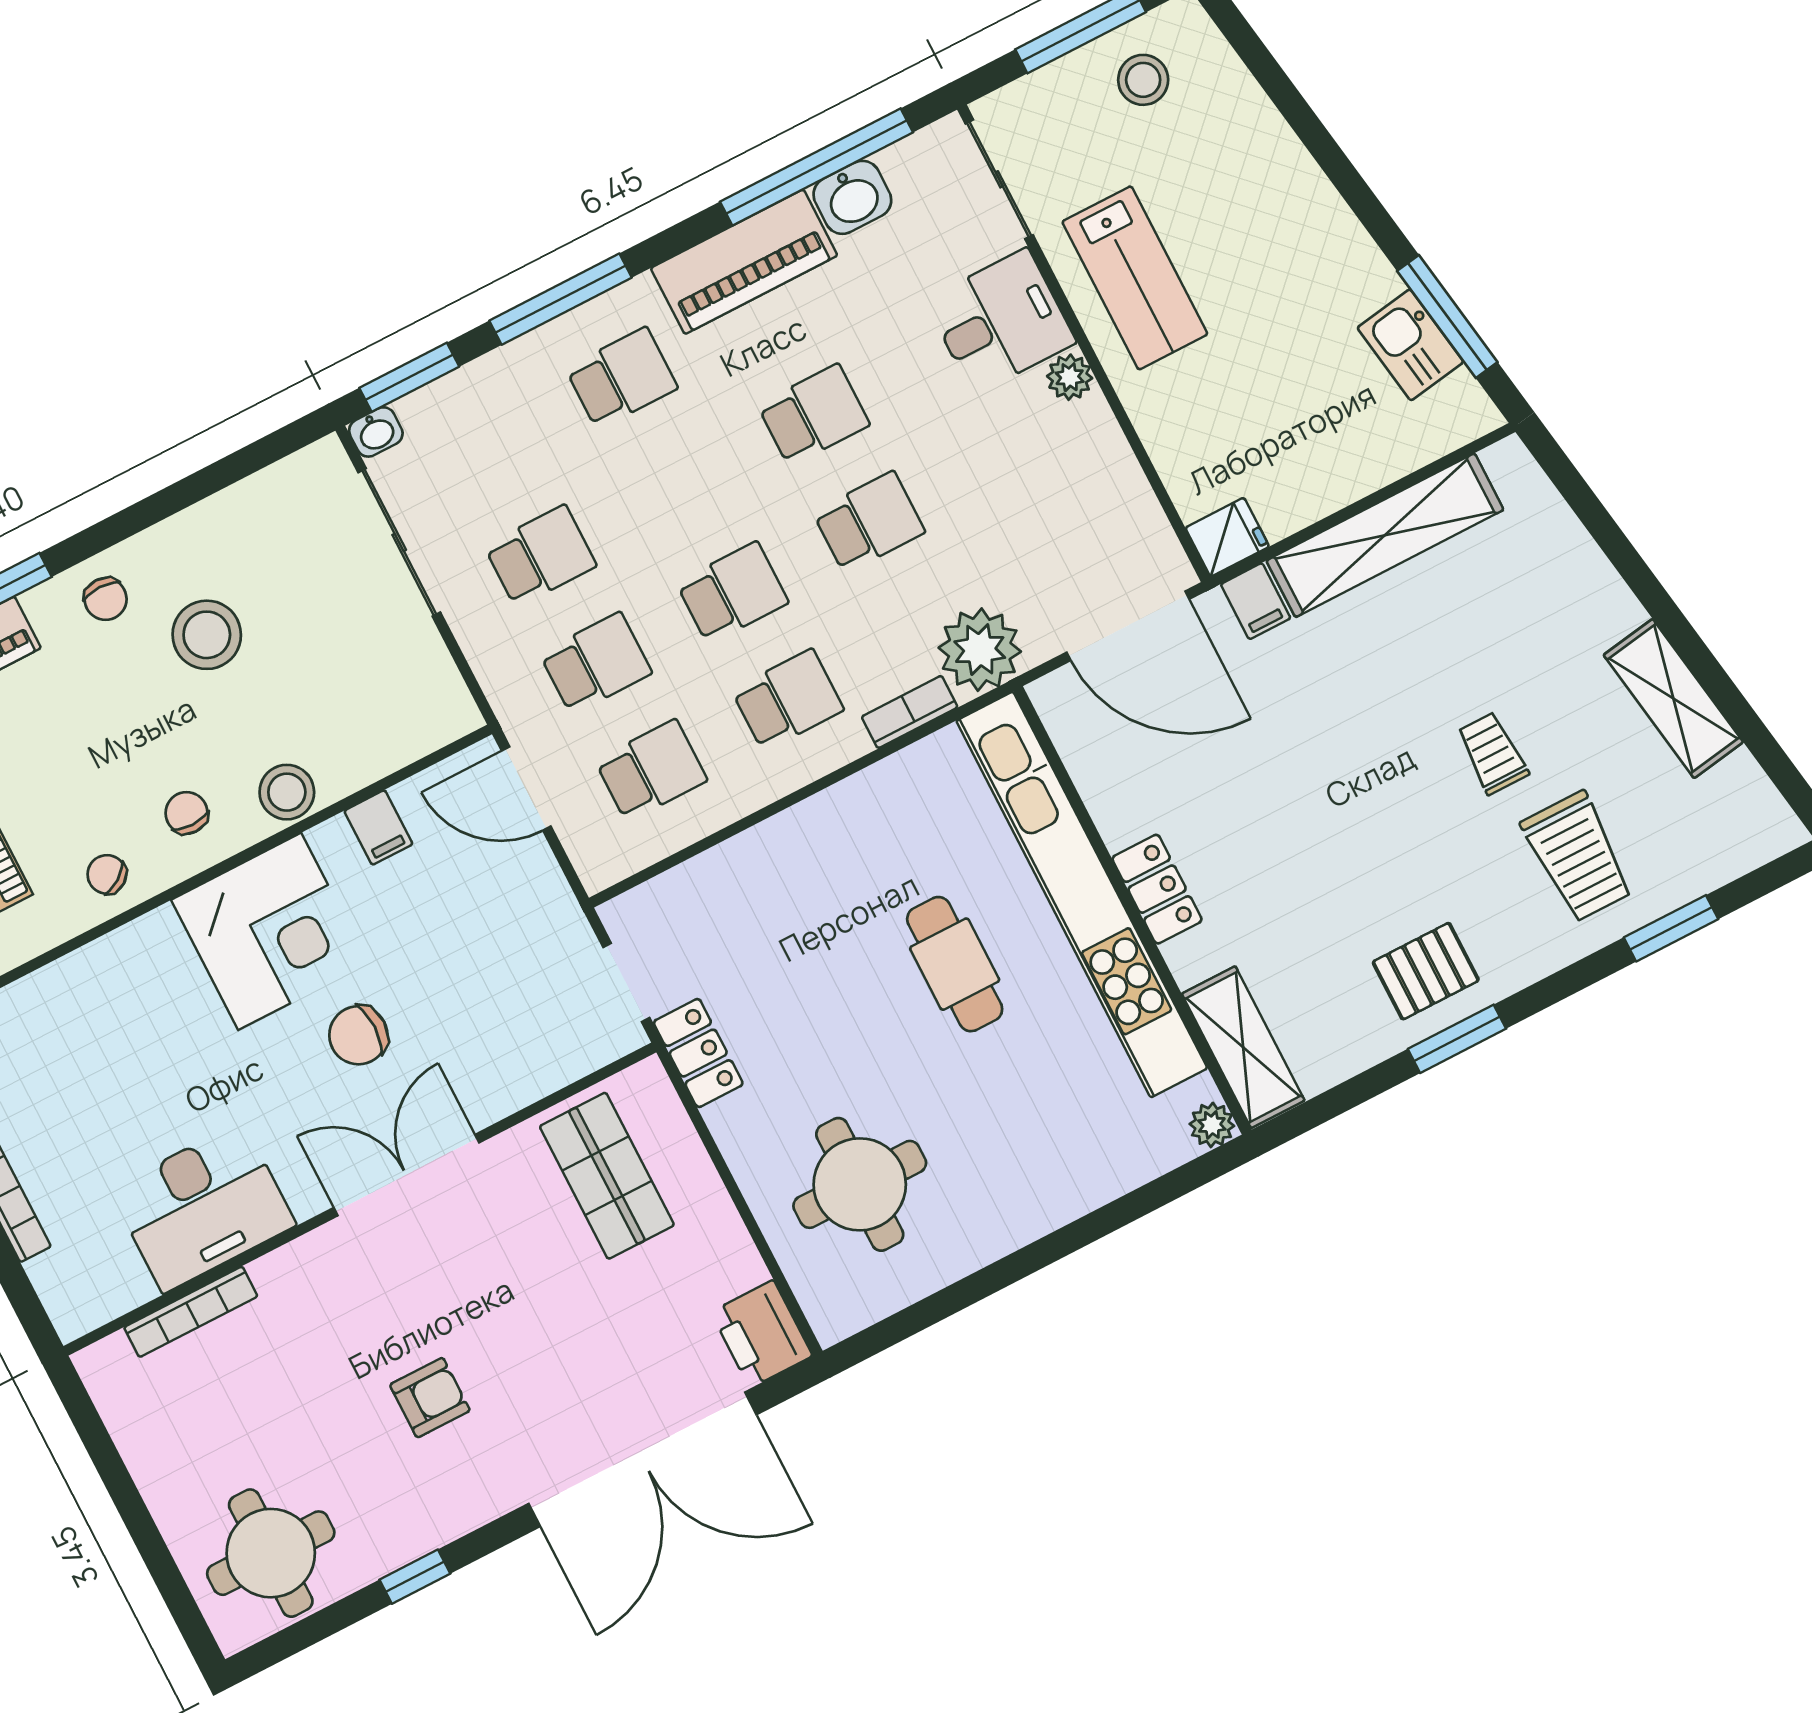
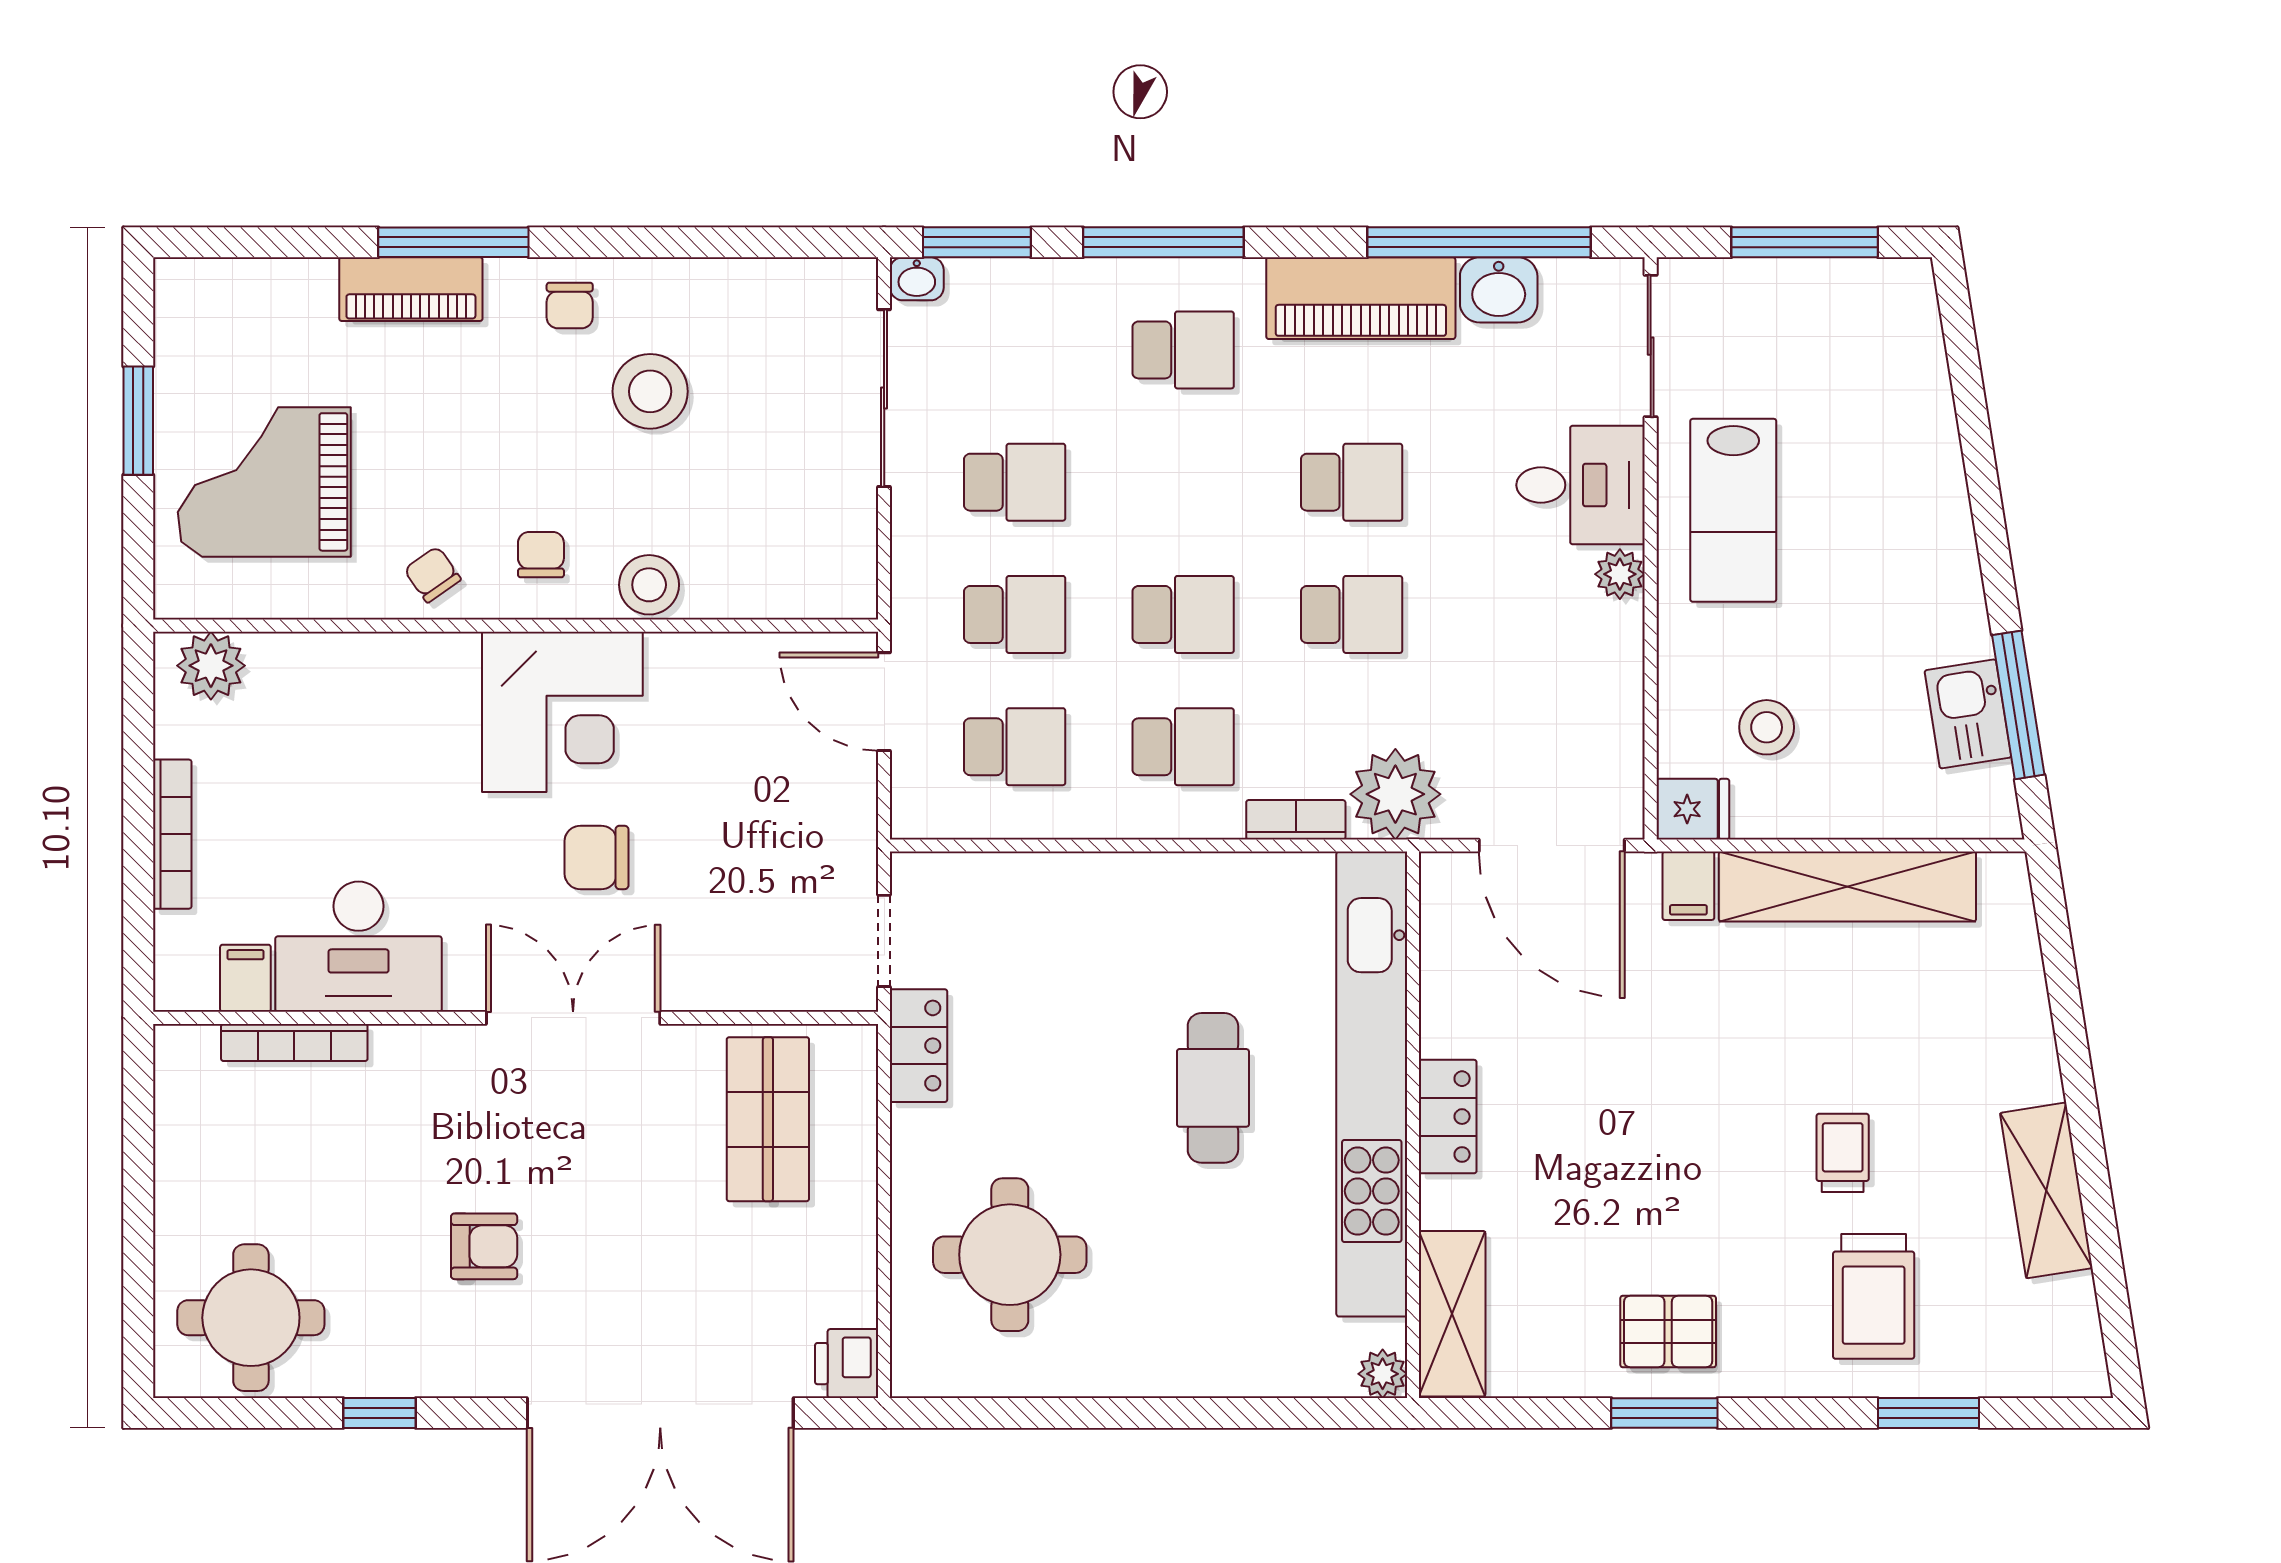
stool: (1143, 80) -> (1767, 727), moved
filing cabinet: (378, 827) -> (245, 978), moved, turned 180
printer: (762, 1334) -> (847, 1364), width x0.73, depth x0.81

